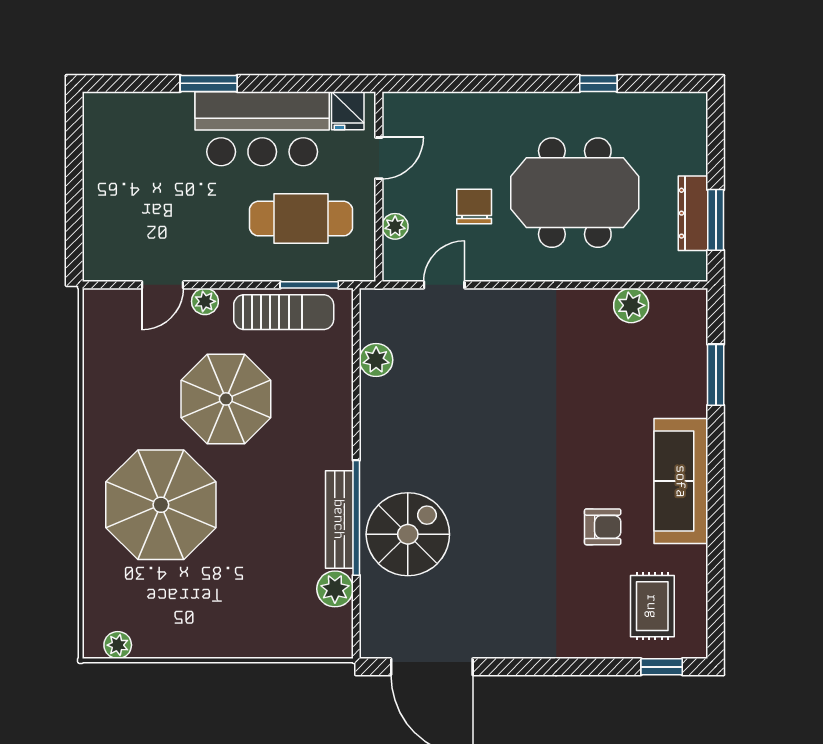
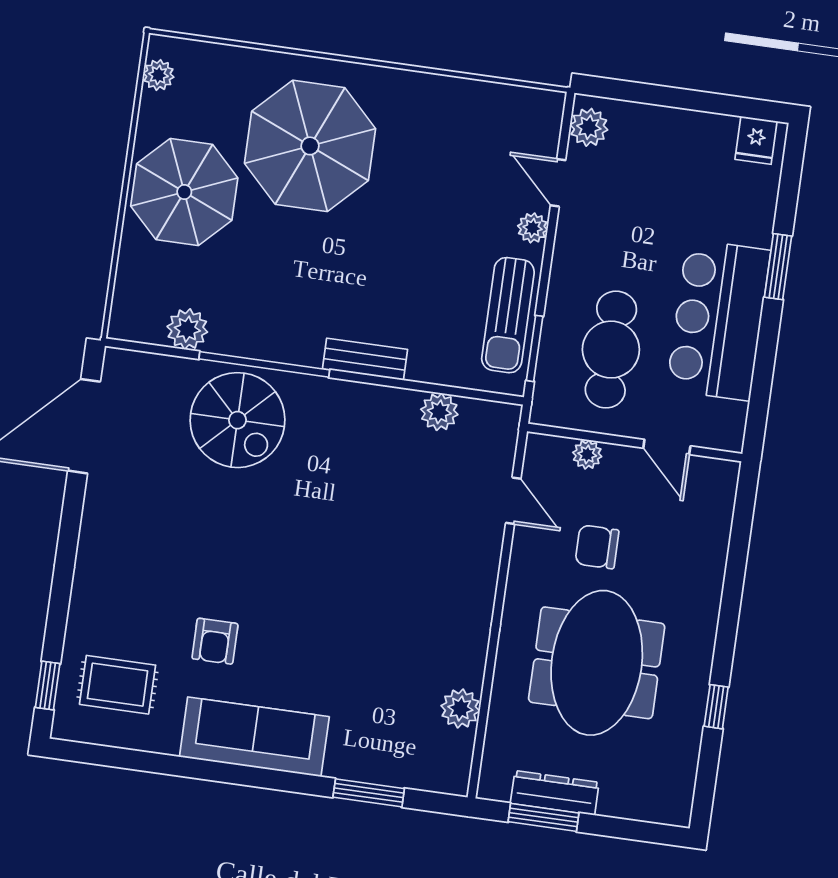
fridge: (348, 111) -> (756, 140), moved, turned -90
chair: (474, 207) -> (597, 547), turned 180
plant: (111, 265) -> (589, 127), added
parasol: (226, 399) -> (184, 192), moved
bench: (339, 519) -> (365, 359), moved, width x0.73

